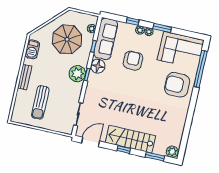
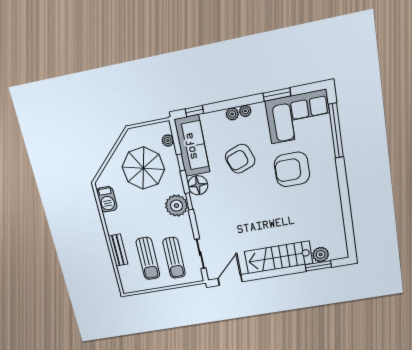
window: (133, 21) -> (194, 111), moved
window: (162, 28) -> (277, 94), moved
armchair: (133, 61) -> (240, 159), turned -110
bench: (25, 77) -> (118, 250), moved
armchair: (177, 85) -> (292, 169), moved
sun lounger: (59, 110) -> (174, 258), added
window: (124, 149) -> (275, 273), removed
plant: (172, 152) -> (321, 255), moved

